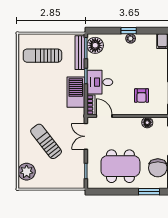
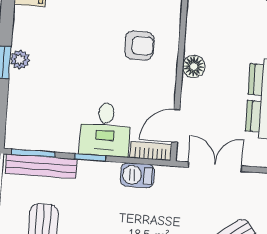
floor lamp: (95, 45) -> (29, 134), removed
barbecue: (76, 92) -> (137, 175), width x0.53, depth x0.65
floor lamp: (147, 123) -> (194, 66), moved
double door: (86, 136) -> (215, 167), swing flipped

